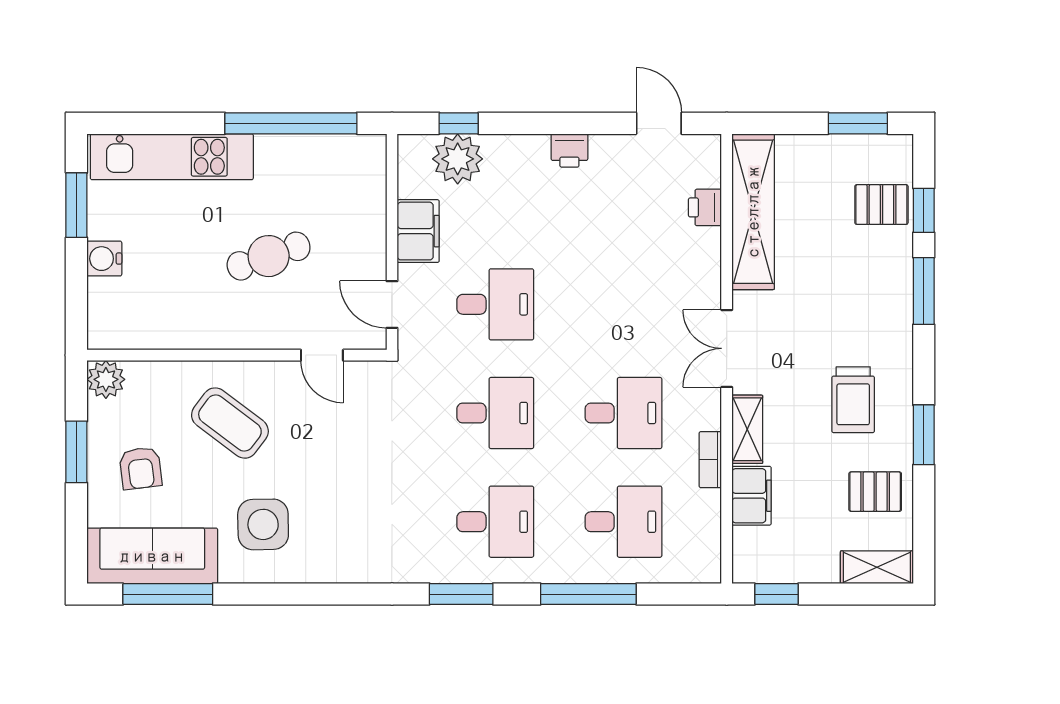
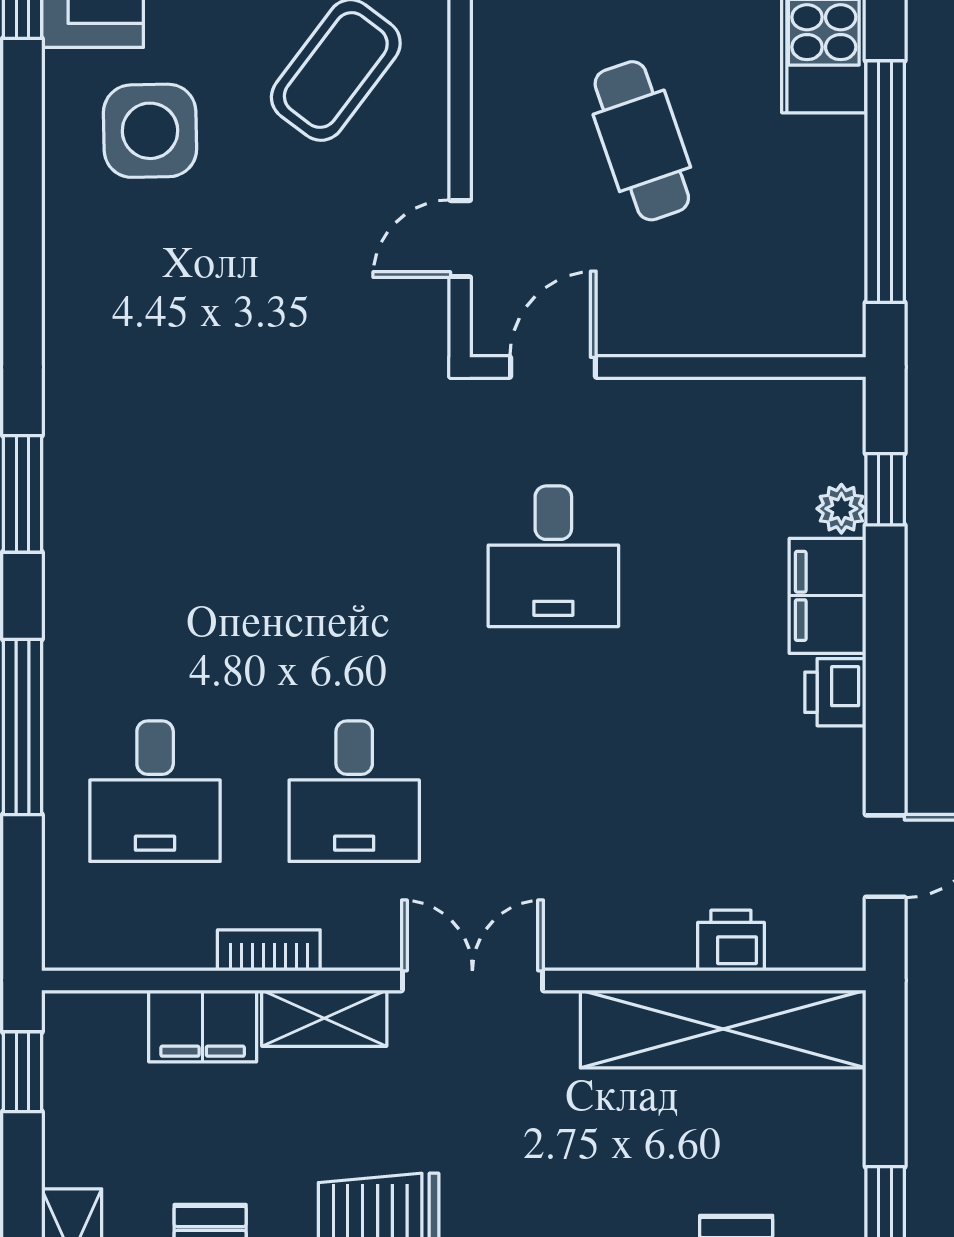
plant: (458, 159) -> (841, 509), width x0.53, depth x0.53
filing cabinet: (418, 231) -> (828, 596), moved, turned 90
desk: (495, 413) -> (354, 556), removed
desk: (495, 522) -> (155, 556), removed

